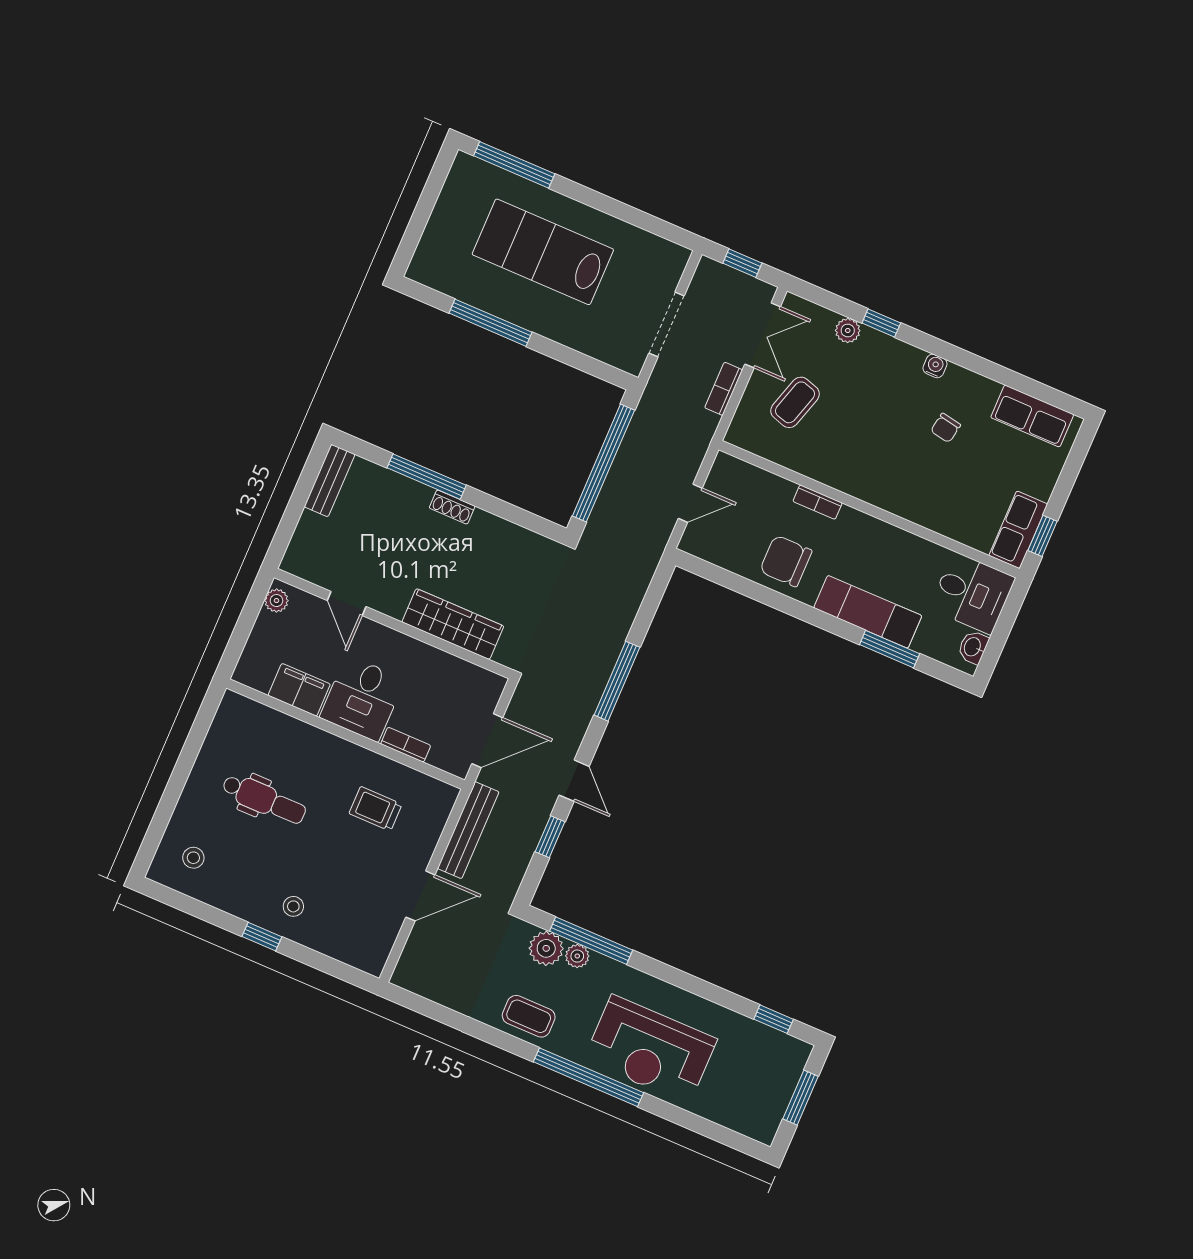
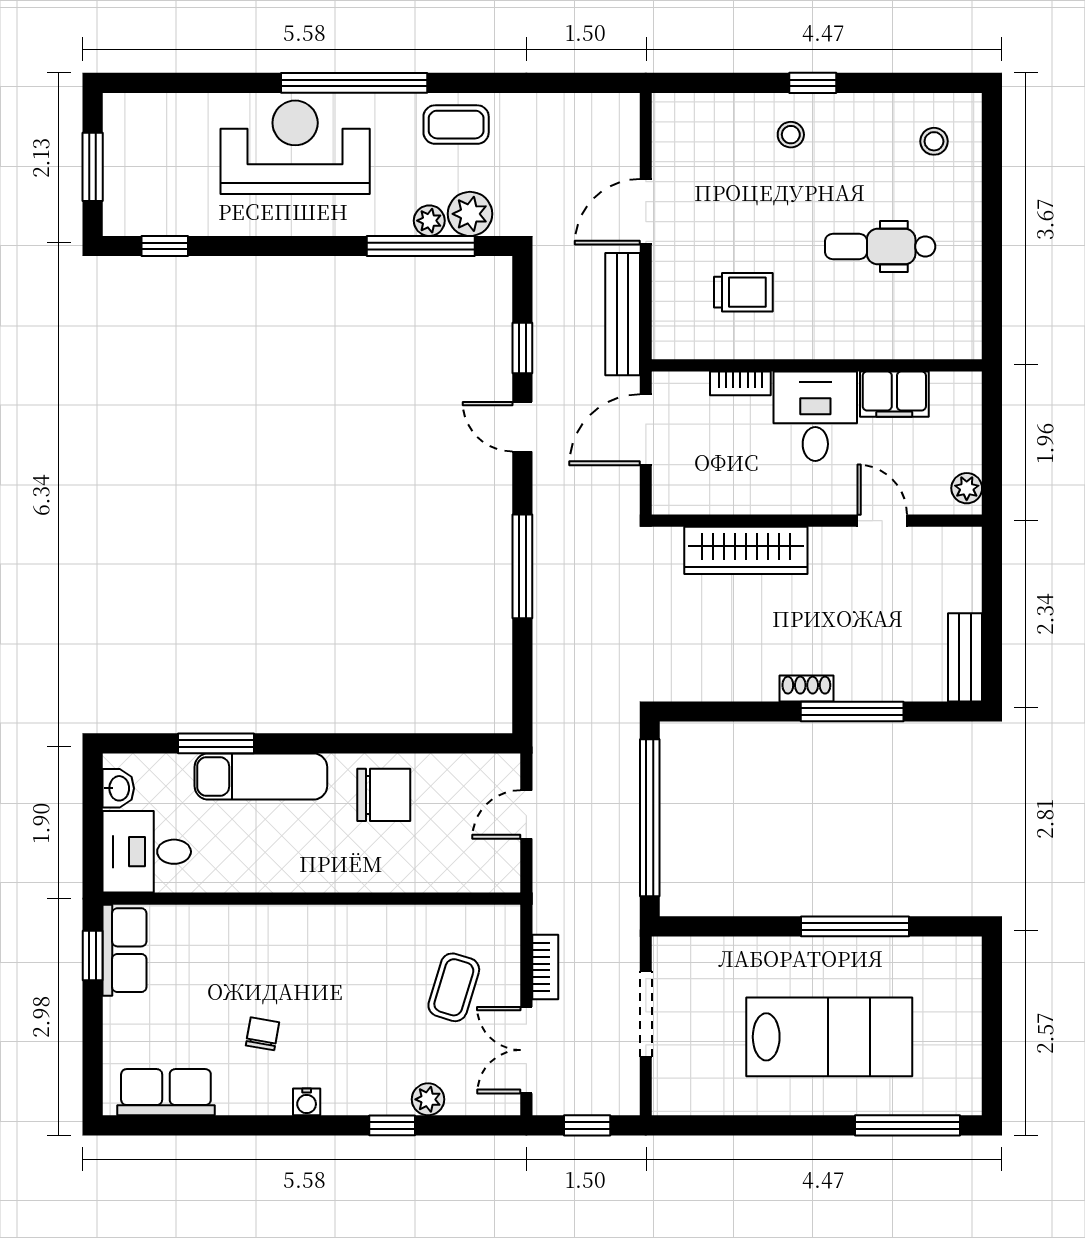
bookcase: (818, 502) -> (376, 881), removed

